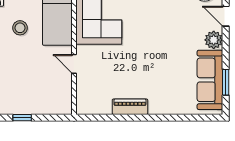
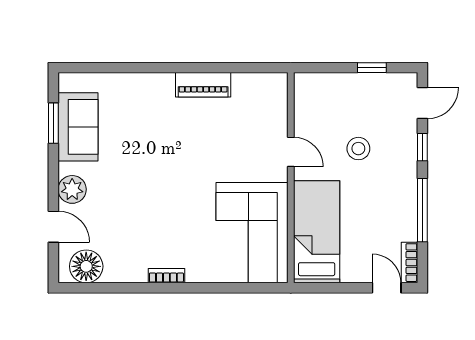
stool: (20, 28) -> (358, 149), moved
sofa: (210, 80) -> (78, 127), width x0.73

